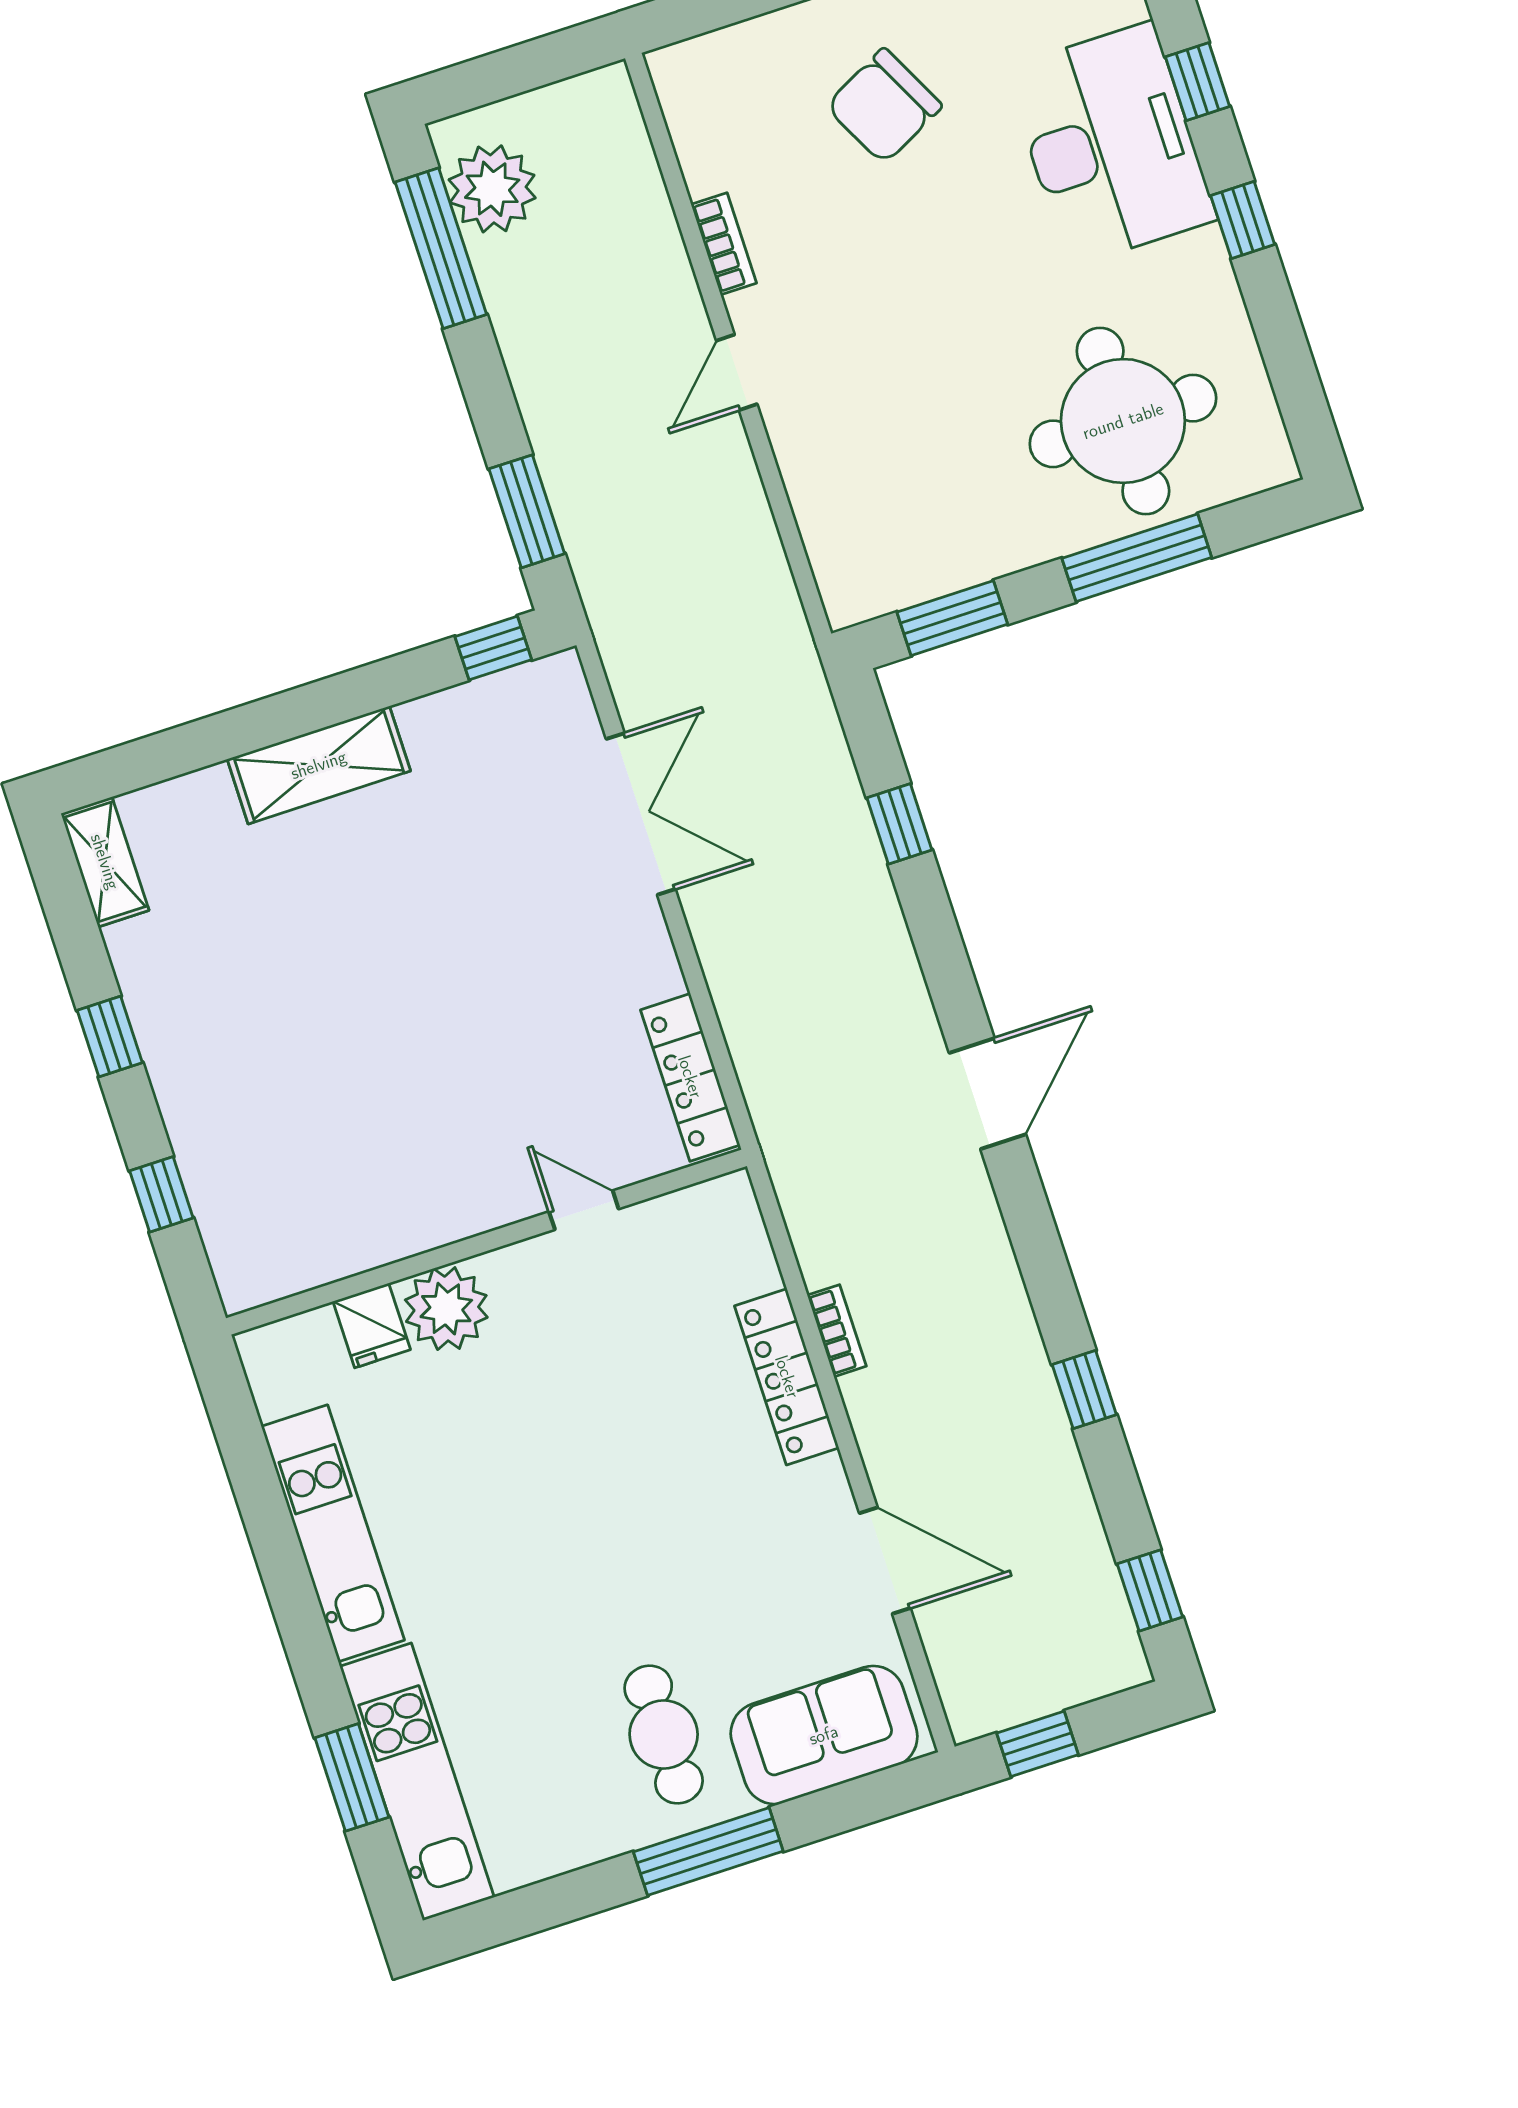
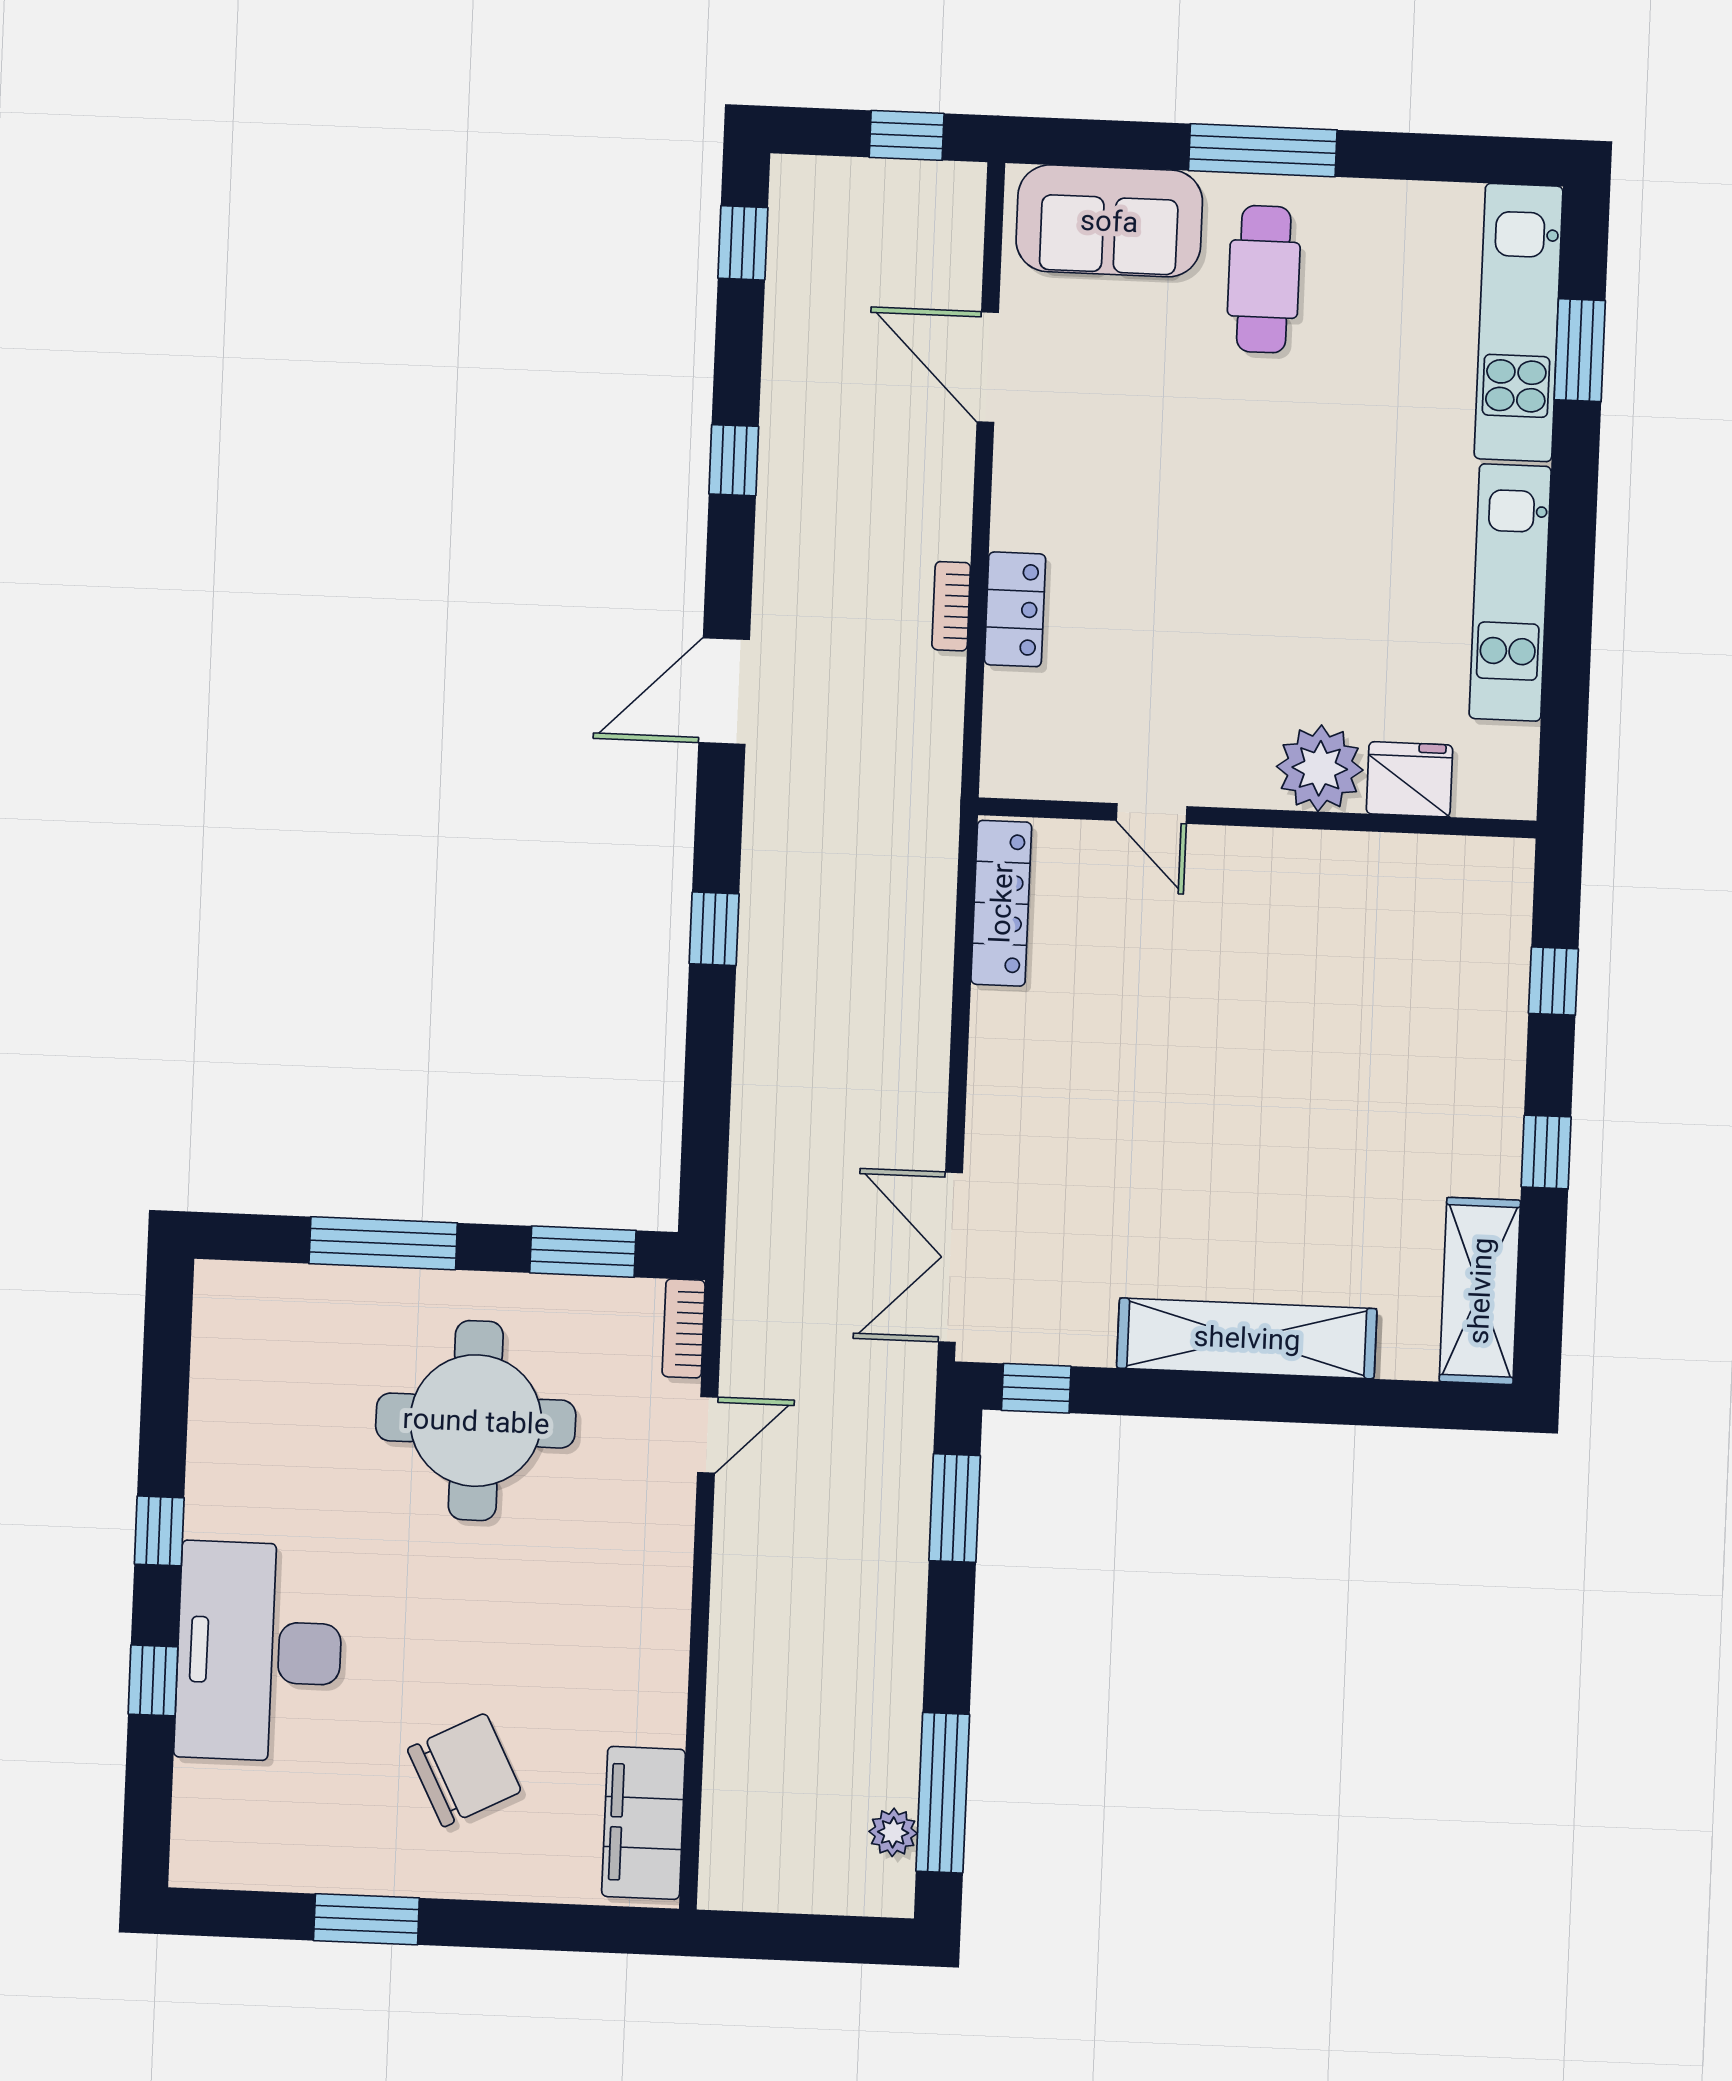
filing cabinet: (703, 119) -> (644, 1823), added
plant: (492, 189) -> (893, 1832), width x0.53, depth x0.53
bookcase: (724, 244) -> (684, 1328), moved
door: (737, 372) -> (708, 1435), moved
round table: (1123, 421) -> (476, 1421), moved
shelving: (319, 765) -> (1247, 1338), width x1.47
double door: (641, 814) -> (950, 1257), moved
window: (899, 824) -> (714, 929), moved
shelving: (105, 862) -> (1480, 1291), width x1.50, depth x1.33
door: (988, 1094) -> (724, 691), moved
fridge: (372, 1325) -> (1409, 779), width x1.38
locker: (787, 1377) -> (1015, 609), width x0.66

